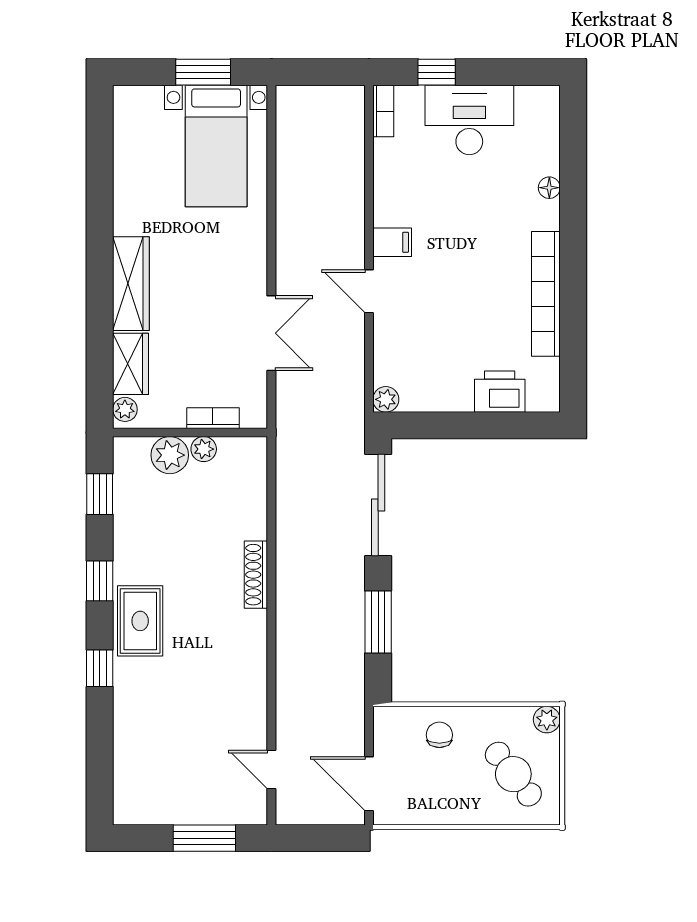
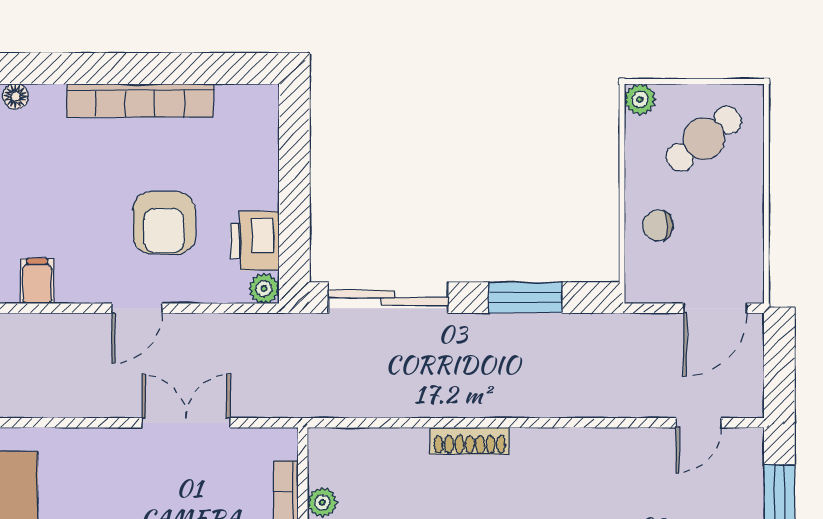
filing cabinet: (392, 242) -> (37, 281), moved
armchair: (442, 314) -> (164, 223), added
printer: (500, 392) -> (255, 241), moved

